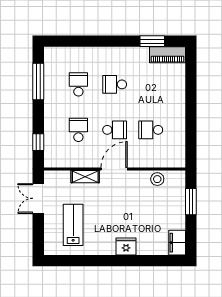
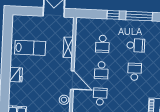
school desk: (78, 130) -> (103, 44), turned 90
window: (38, 142) -> (113, 15), moved
door: (114, 169) -> (72, 80), moved
lab bench: (73, 225) -> (30, 48), moved

